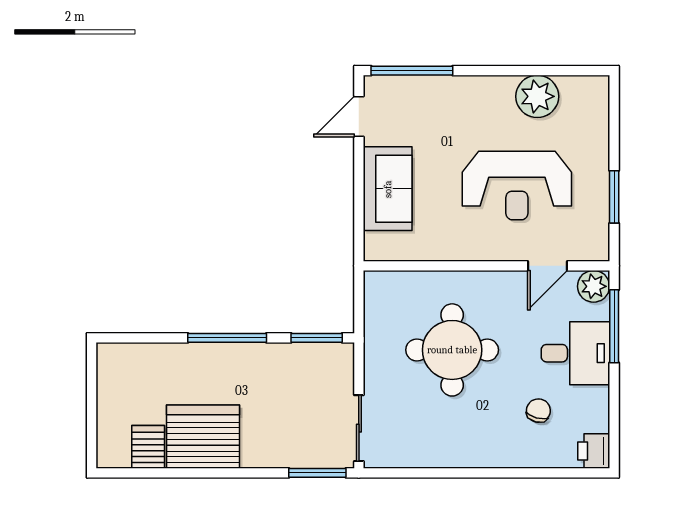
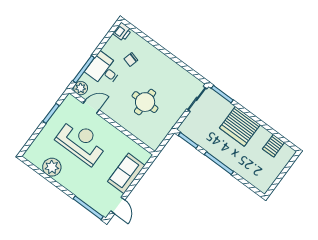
door: (359, 116) -> (118, 205), hinge flipped
round table: (452, 350) -> (145, 102), width x0.73, depth x0.73
server rack: (203, 437) -> (240, 126), moved

